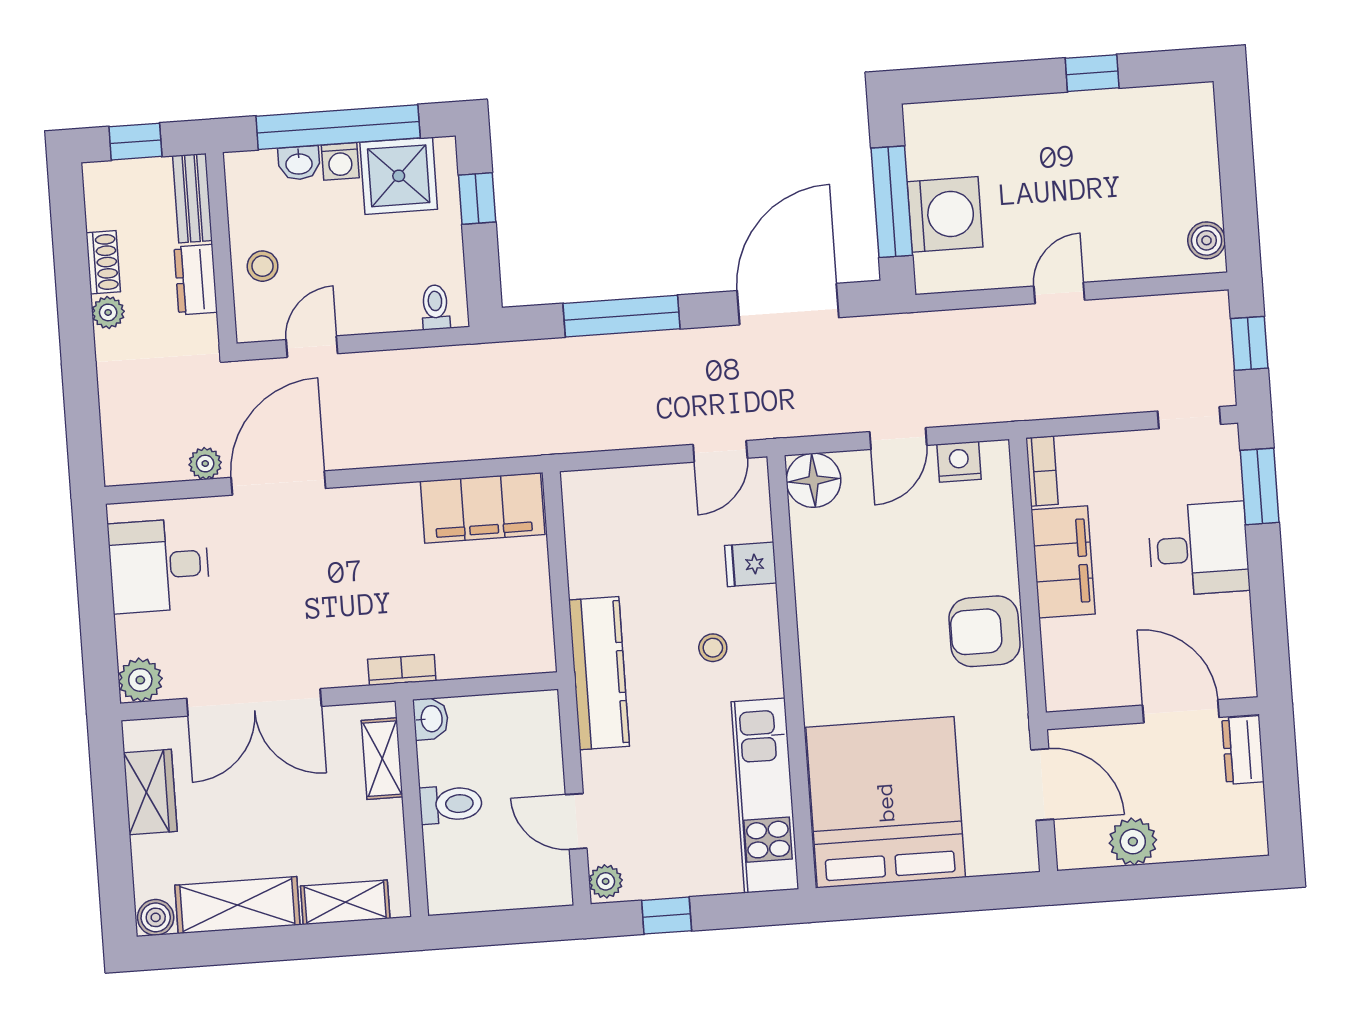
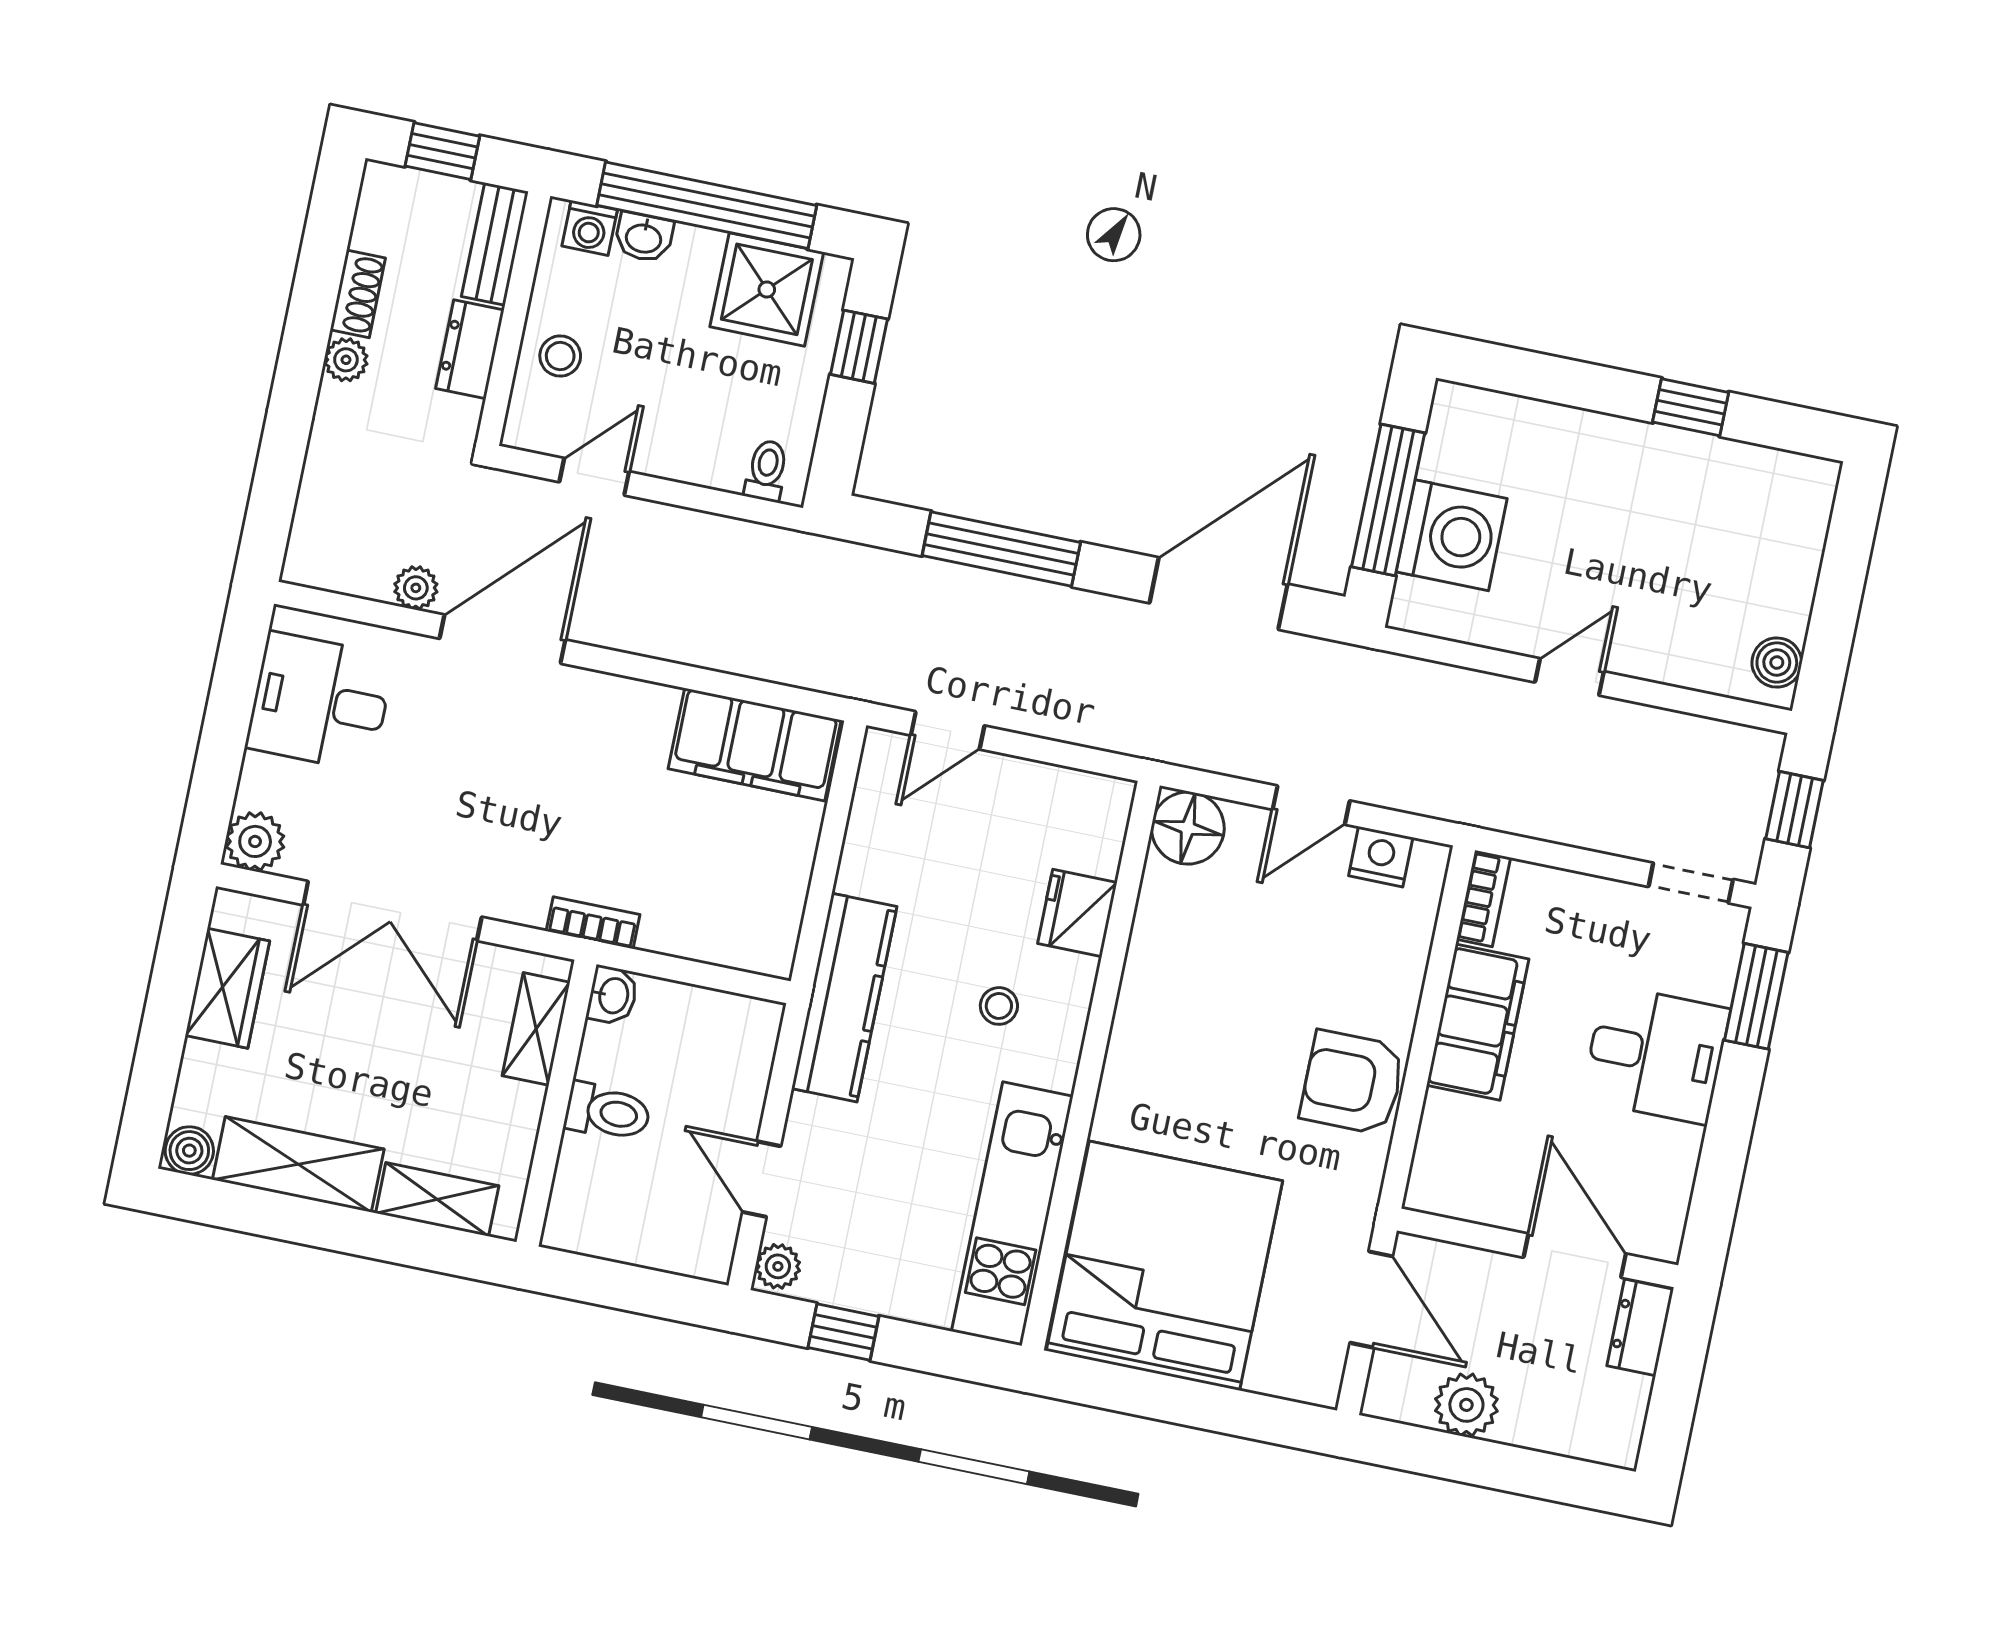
washing machine: (340, 161) -> (590, 228), moved
door: (720, 451) -> (948, 730), moved
fridge: (751, 564) -> (1077, 913), width x1.38

